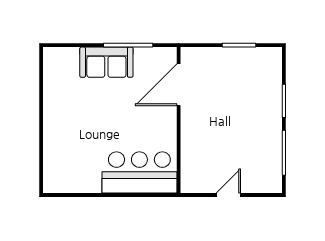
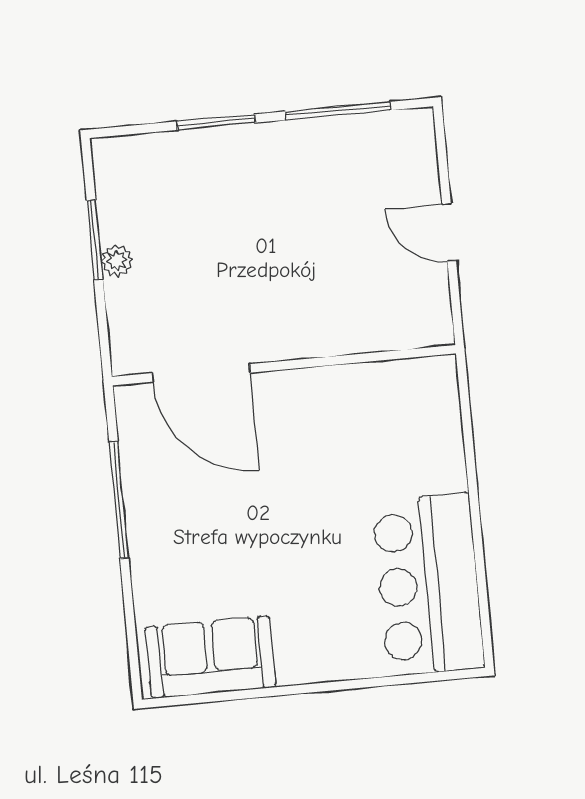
plant: (229, 54) -> (117, 260), added
sofa: (106, 62) -> (210, 657), moved, turned -90
bar counter: (139, 172) -> (428, 585), moved

